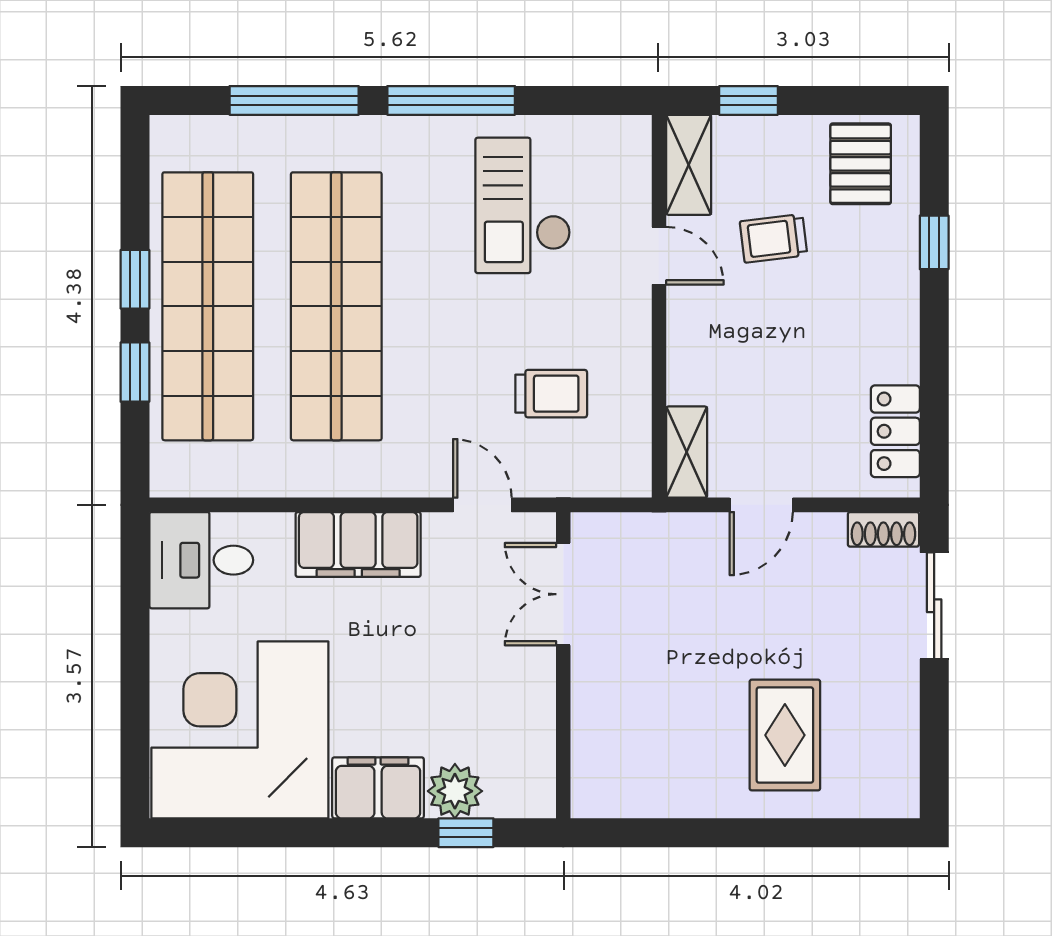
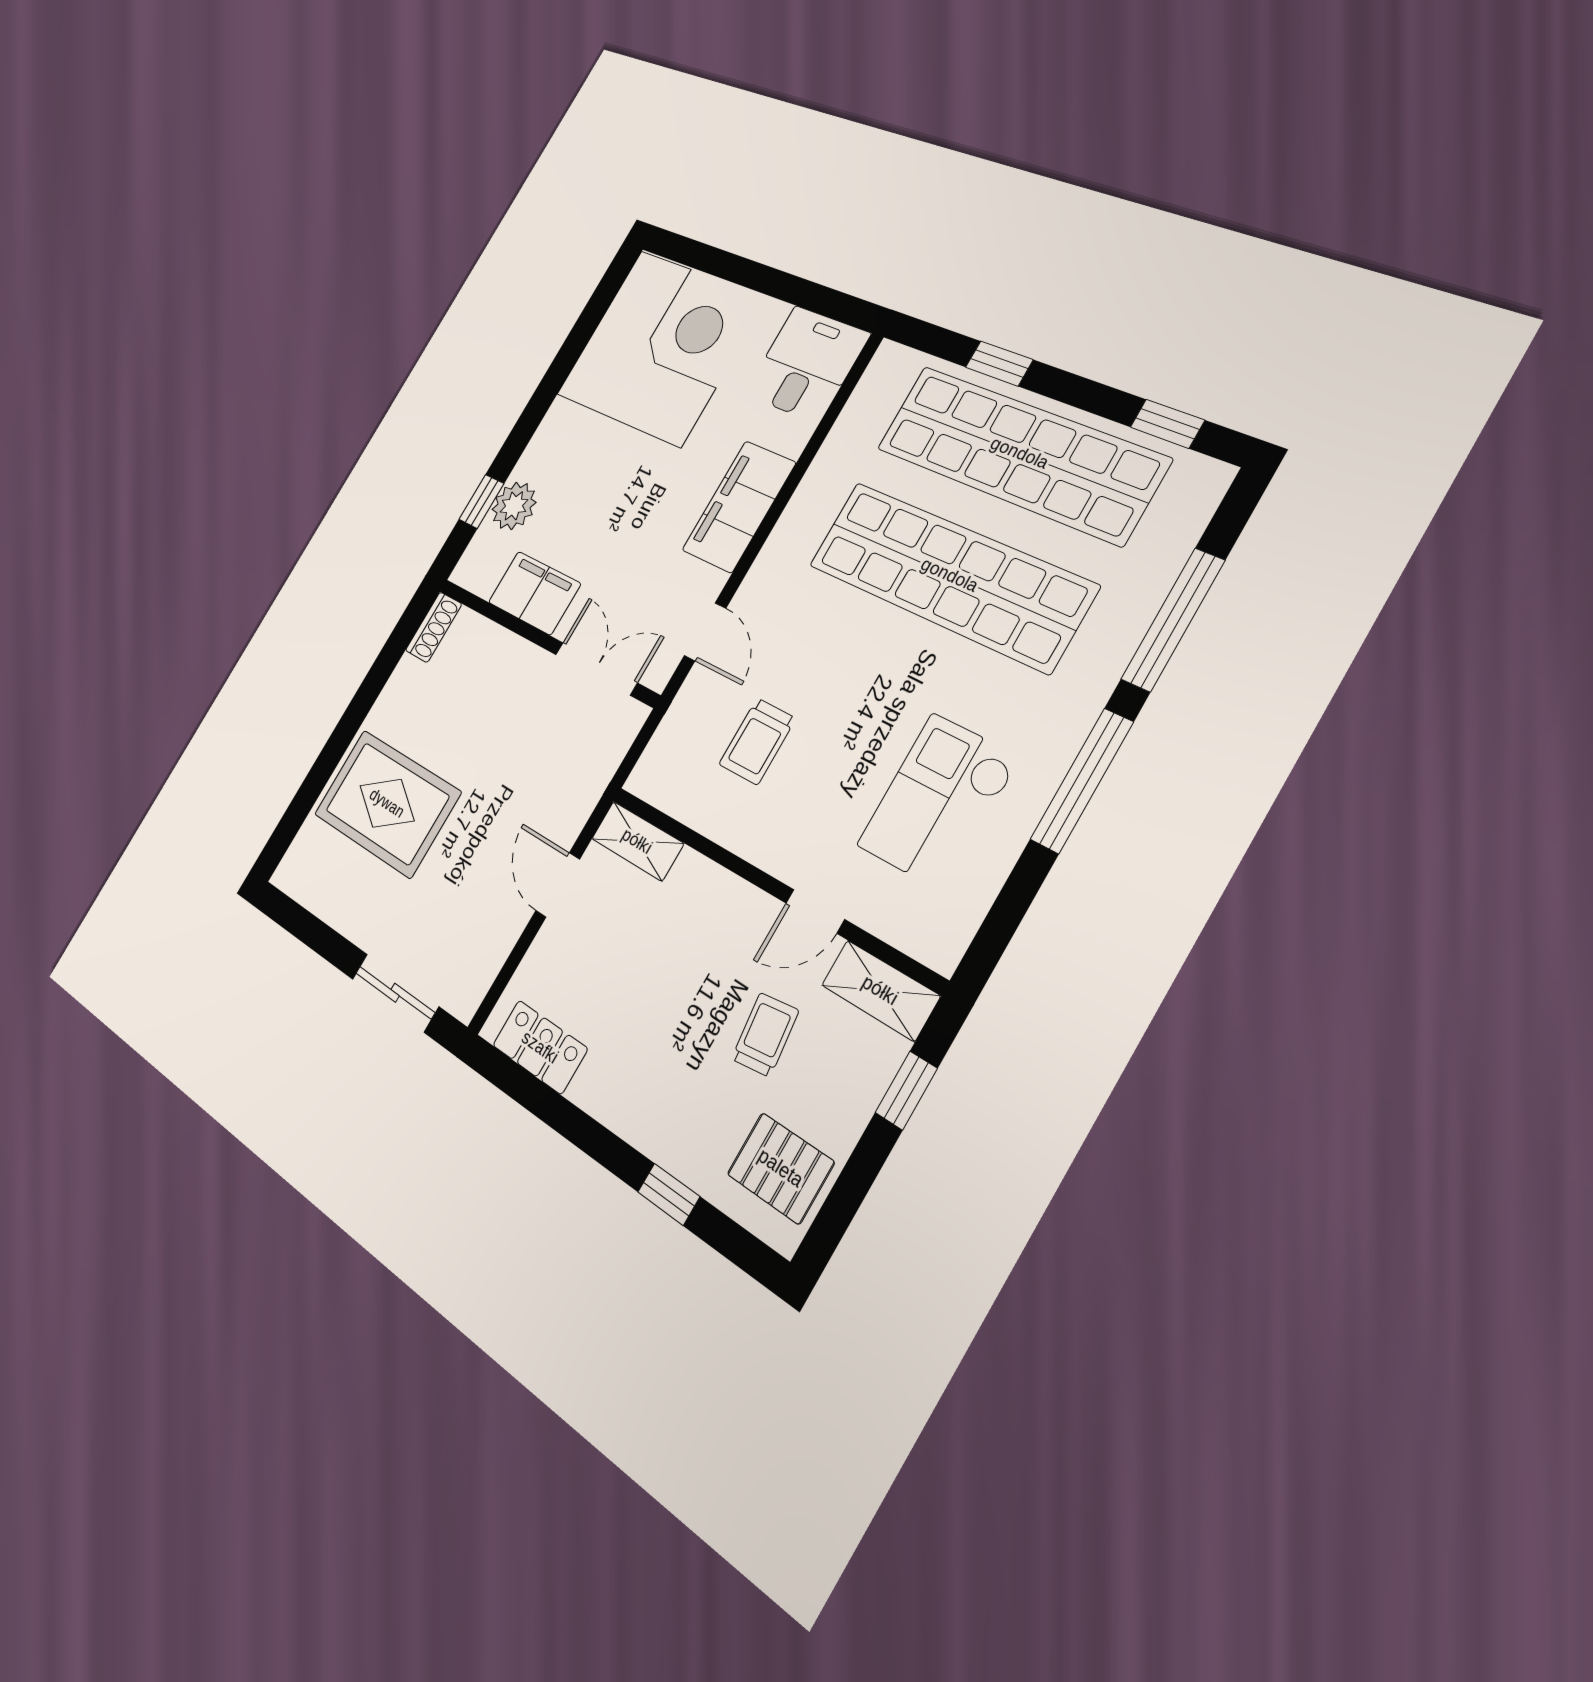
checkout: (523, 205) -> (938, 802), turned -90
window: (135, 279) -> (1167, 424), moved
door: (482, 505) -> (705, 632), hinge flipped
shoe rack: (883, 529) -> (434, 627), moved, turned 180
rug: (785, 735) -> (387, 803), width x1.36, depth x1.43
filing cabinet: (378, 788) -> (534, 593), moved, turned -90

